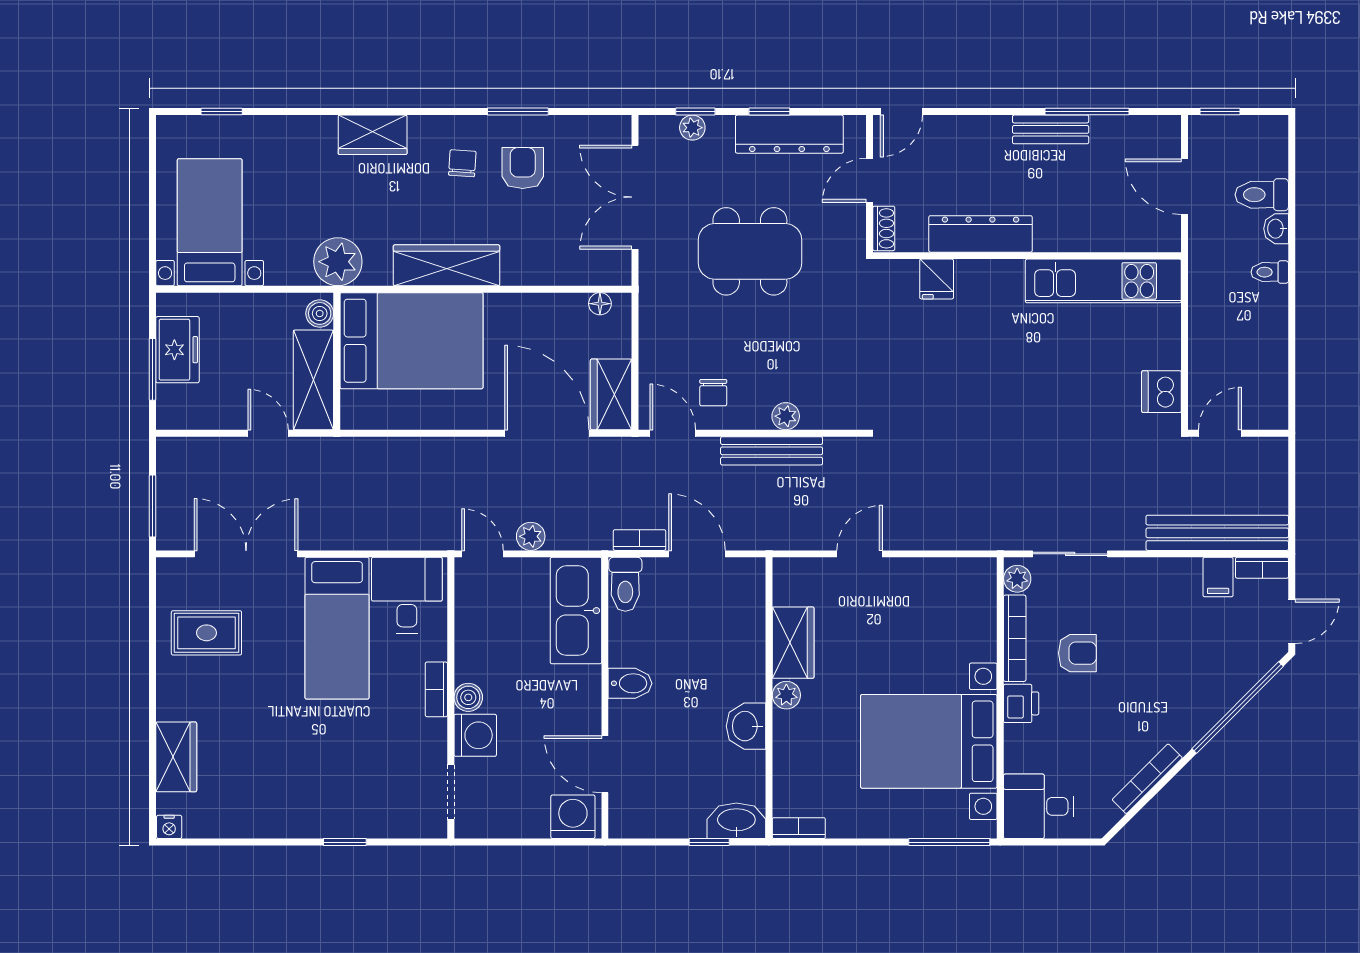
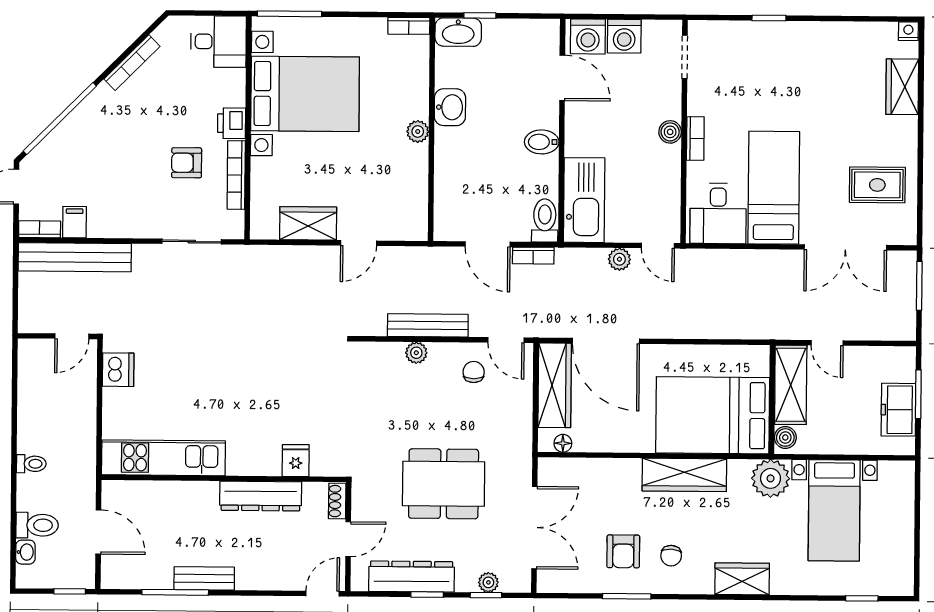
bed with nightstands: (210, 222) -> (834, 510), moved
washbasin: (1276, 229) -> (25, 552), moved
wardrobe: (611, 394) -> (555, 385), width x1.50
plant: (1017, 579) -> (234, 222), removed
wardrobe: (793, 643) -> (308, 223), moved, turned 90
washing machine: (475, 735) -> (624, 36), moved, turned -90

